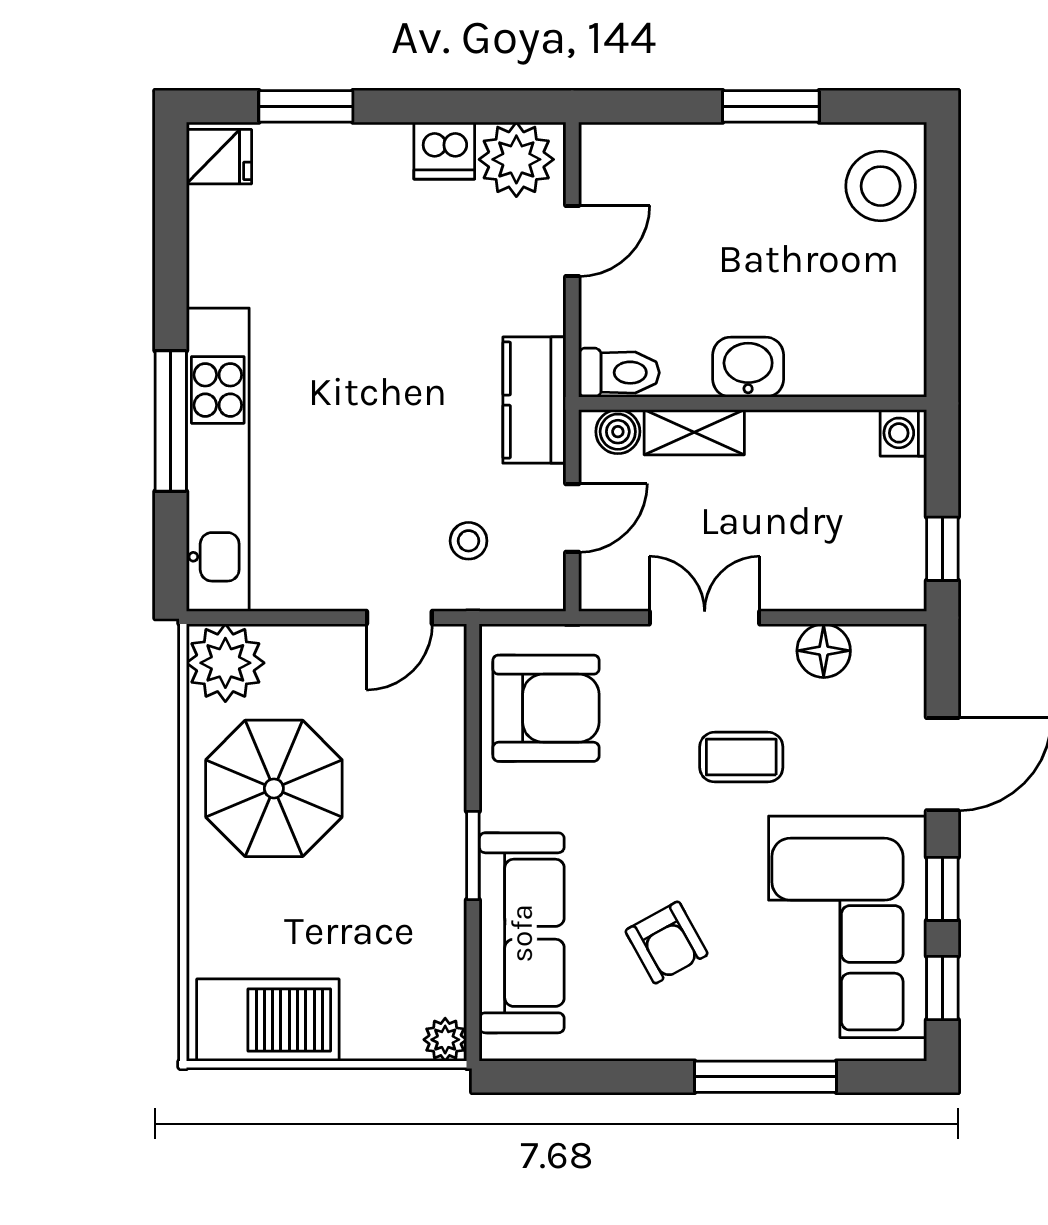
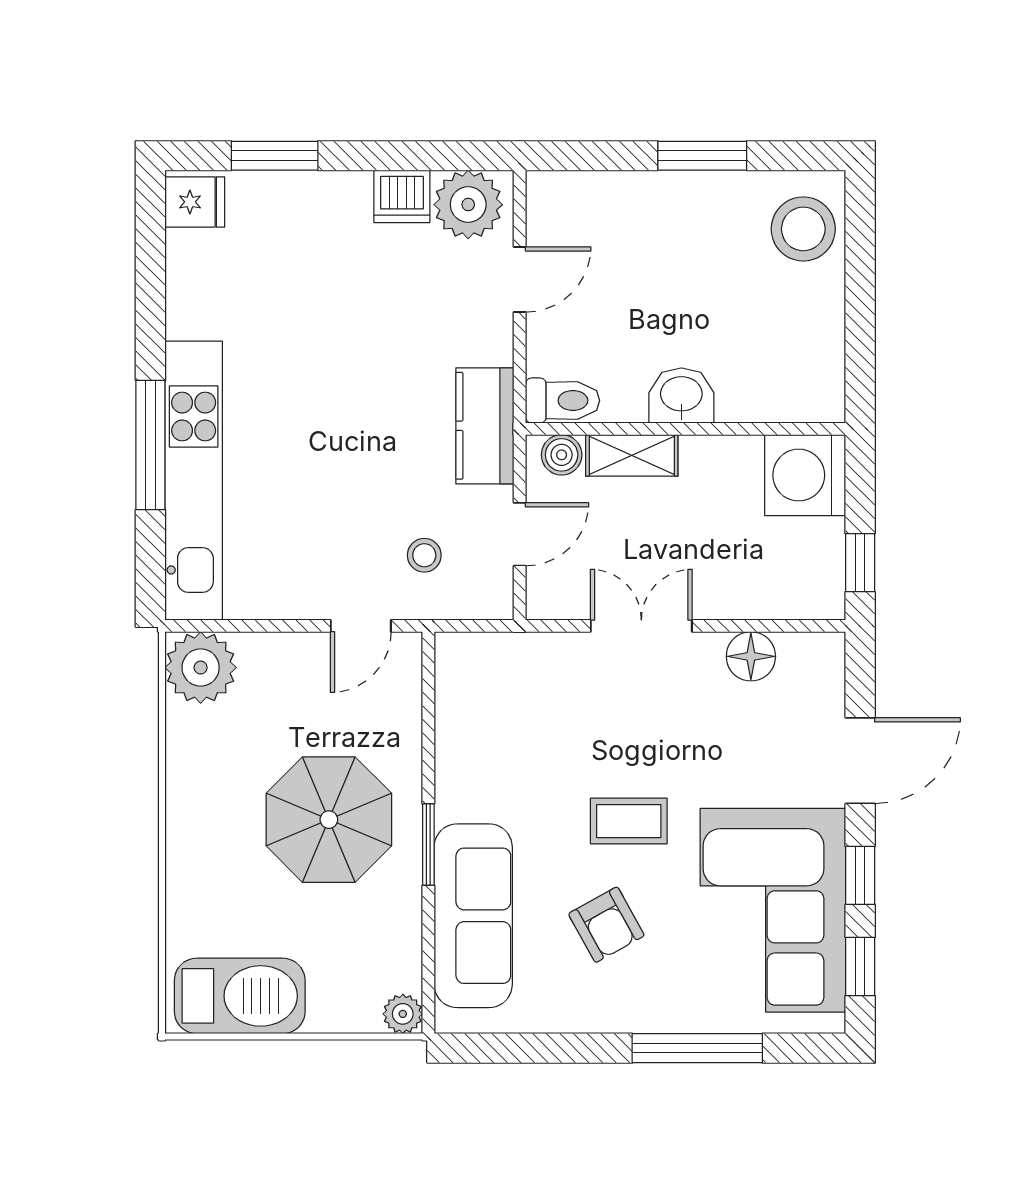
washing machine: (903, 433) -> (805, 475), width x1.89, depth x1.89
armchair: (546, 708) -> (495, 709), removed
coffee table: (741, 757) -> (629, 821), moved
parasol: (274, 788) -> (329, 820), moved

